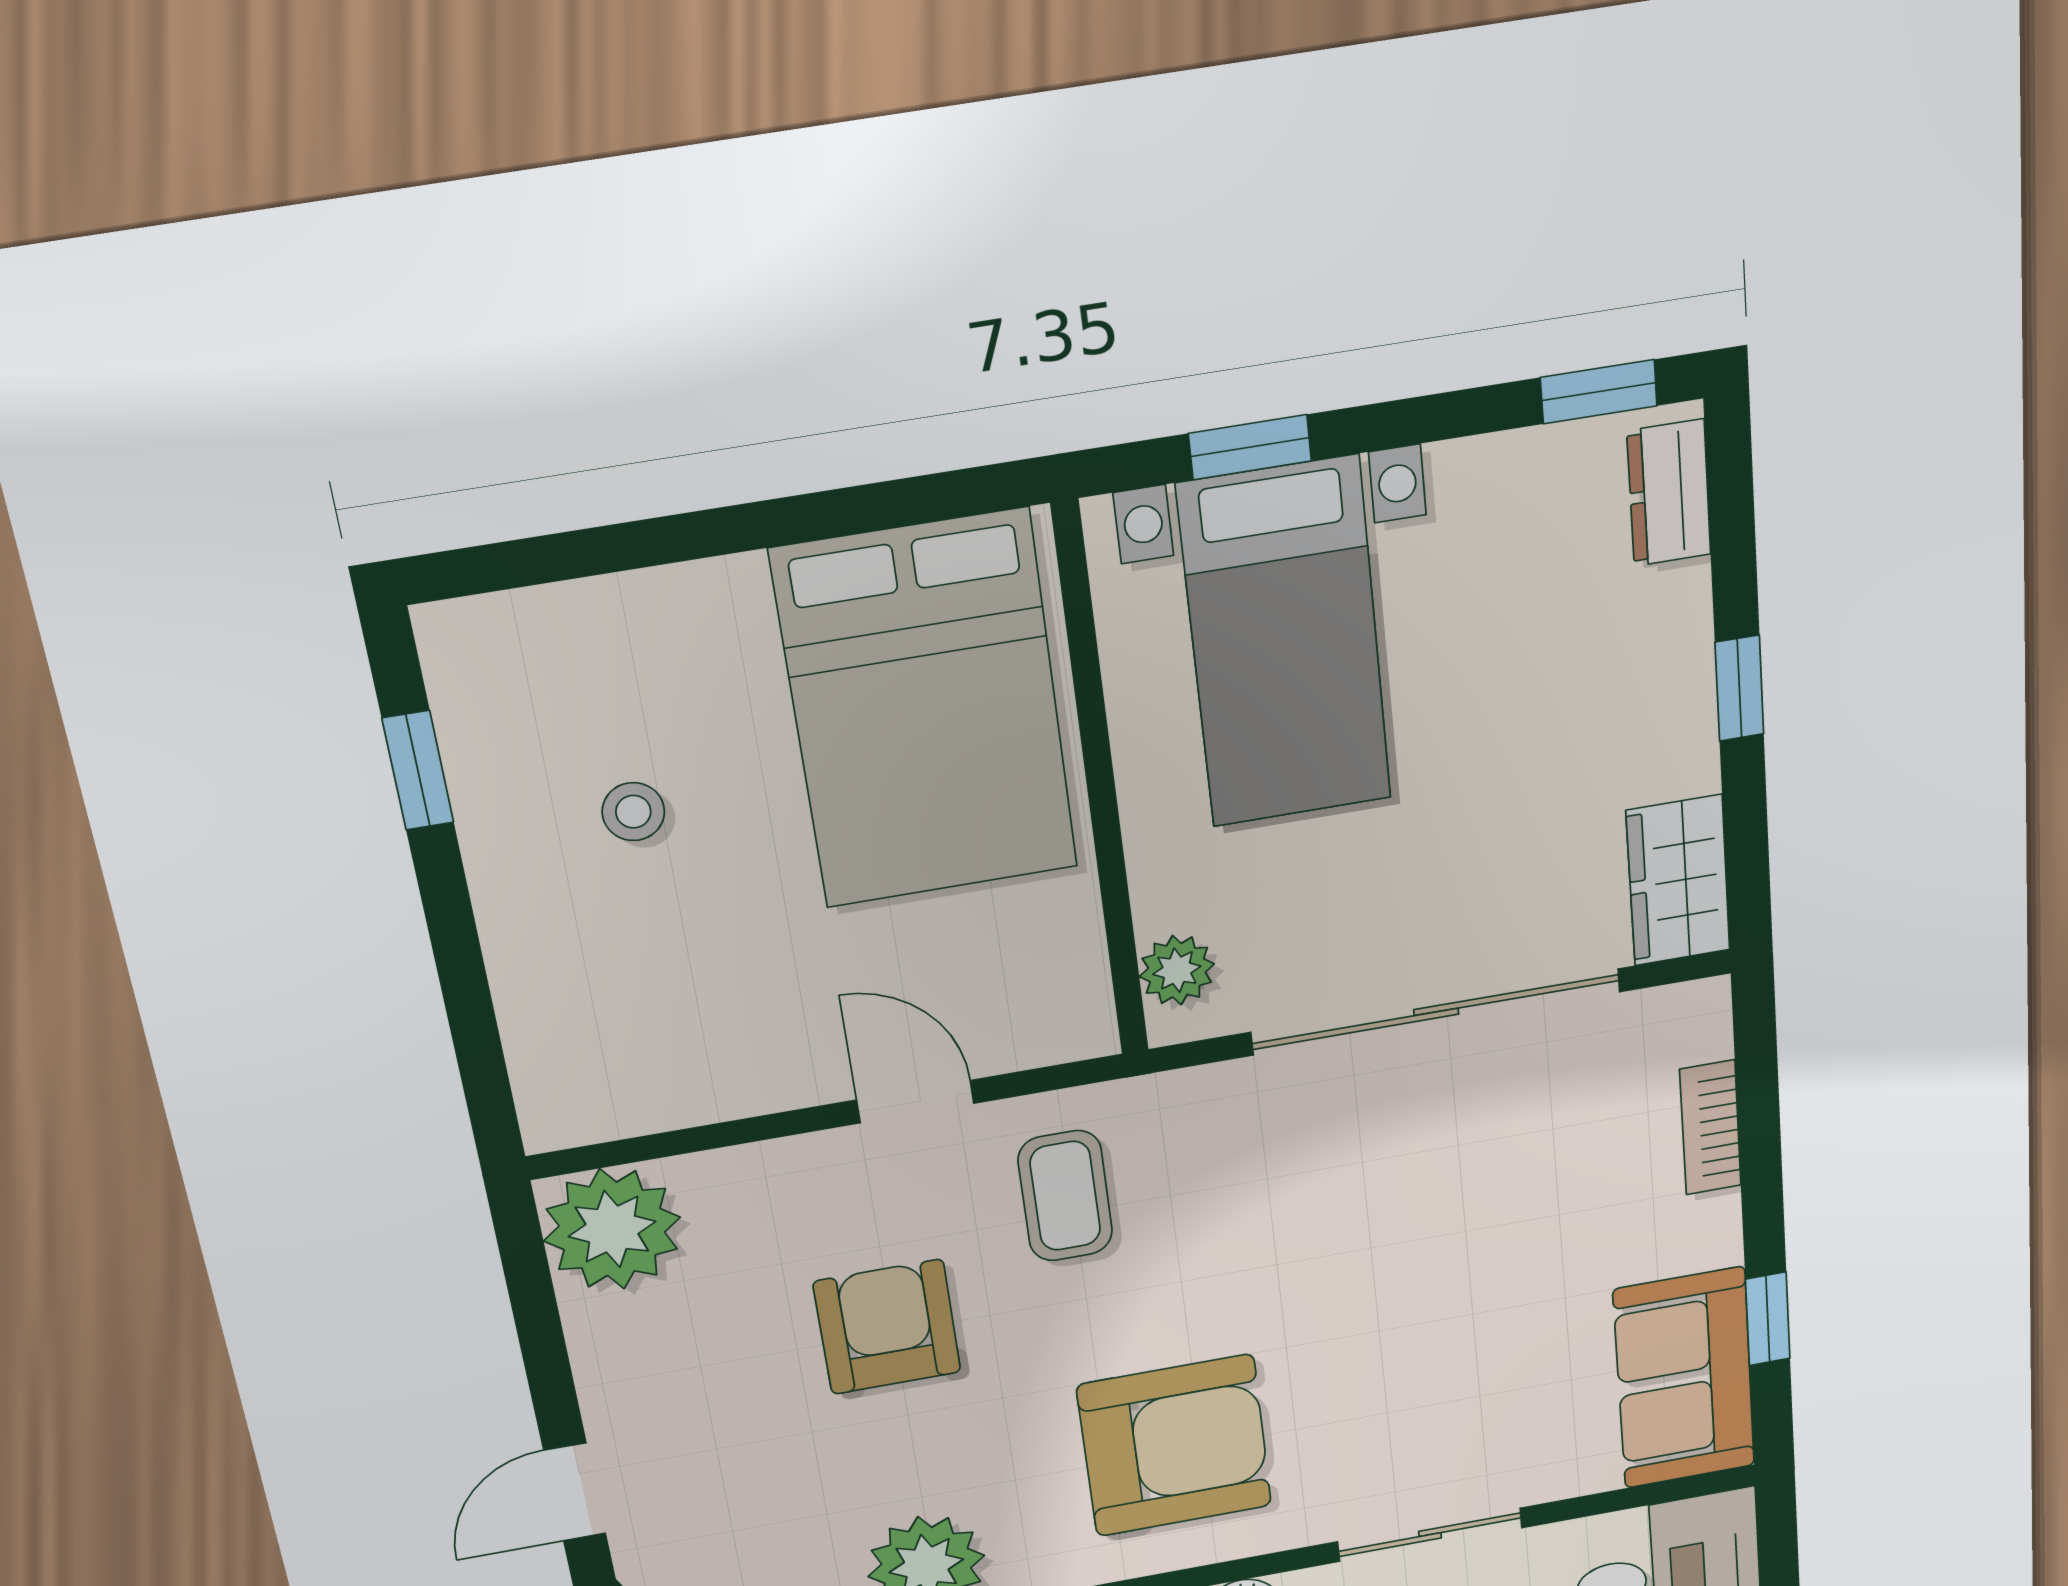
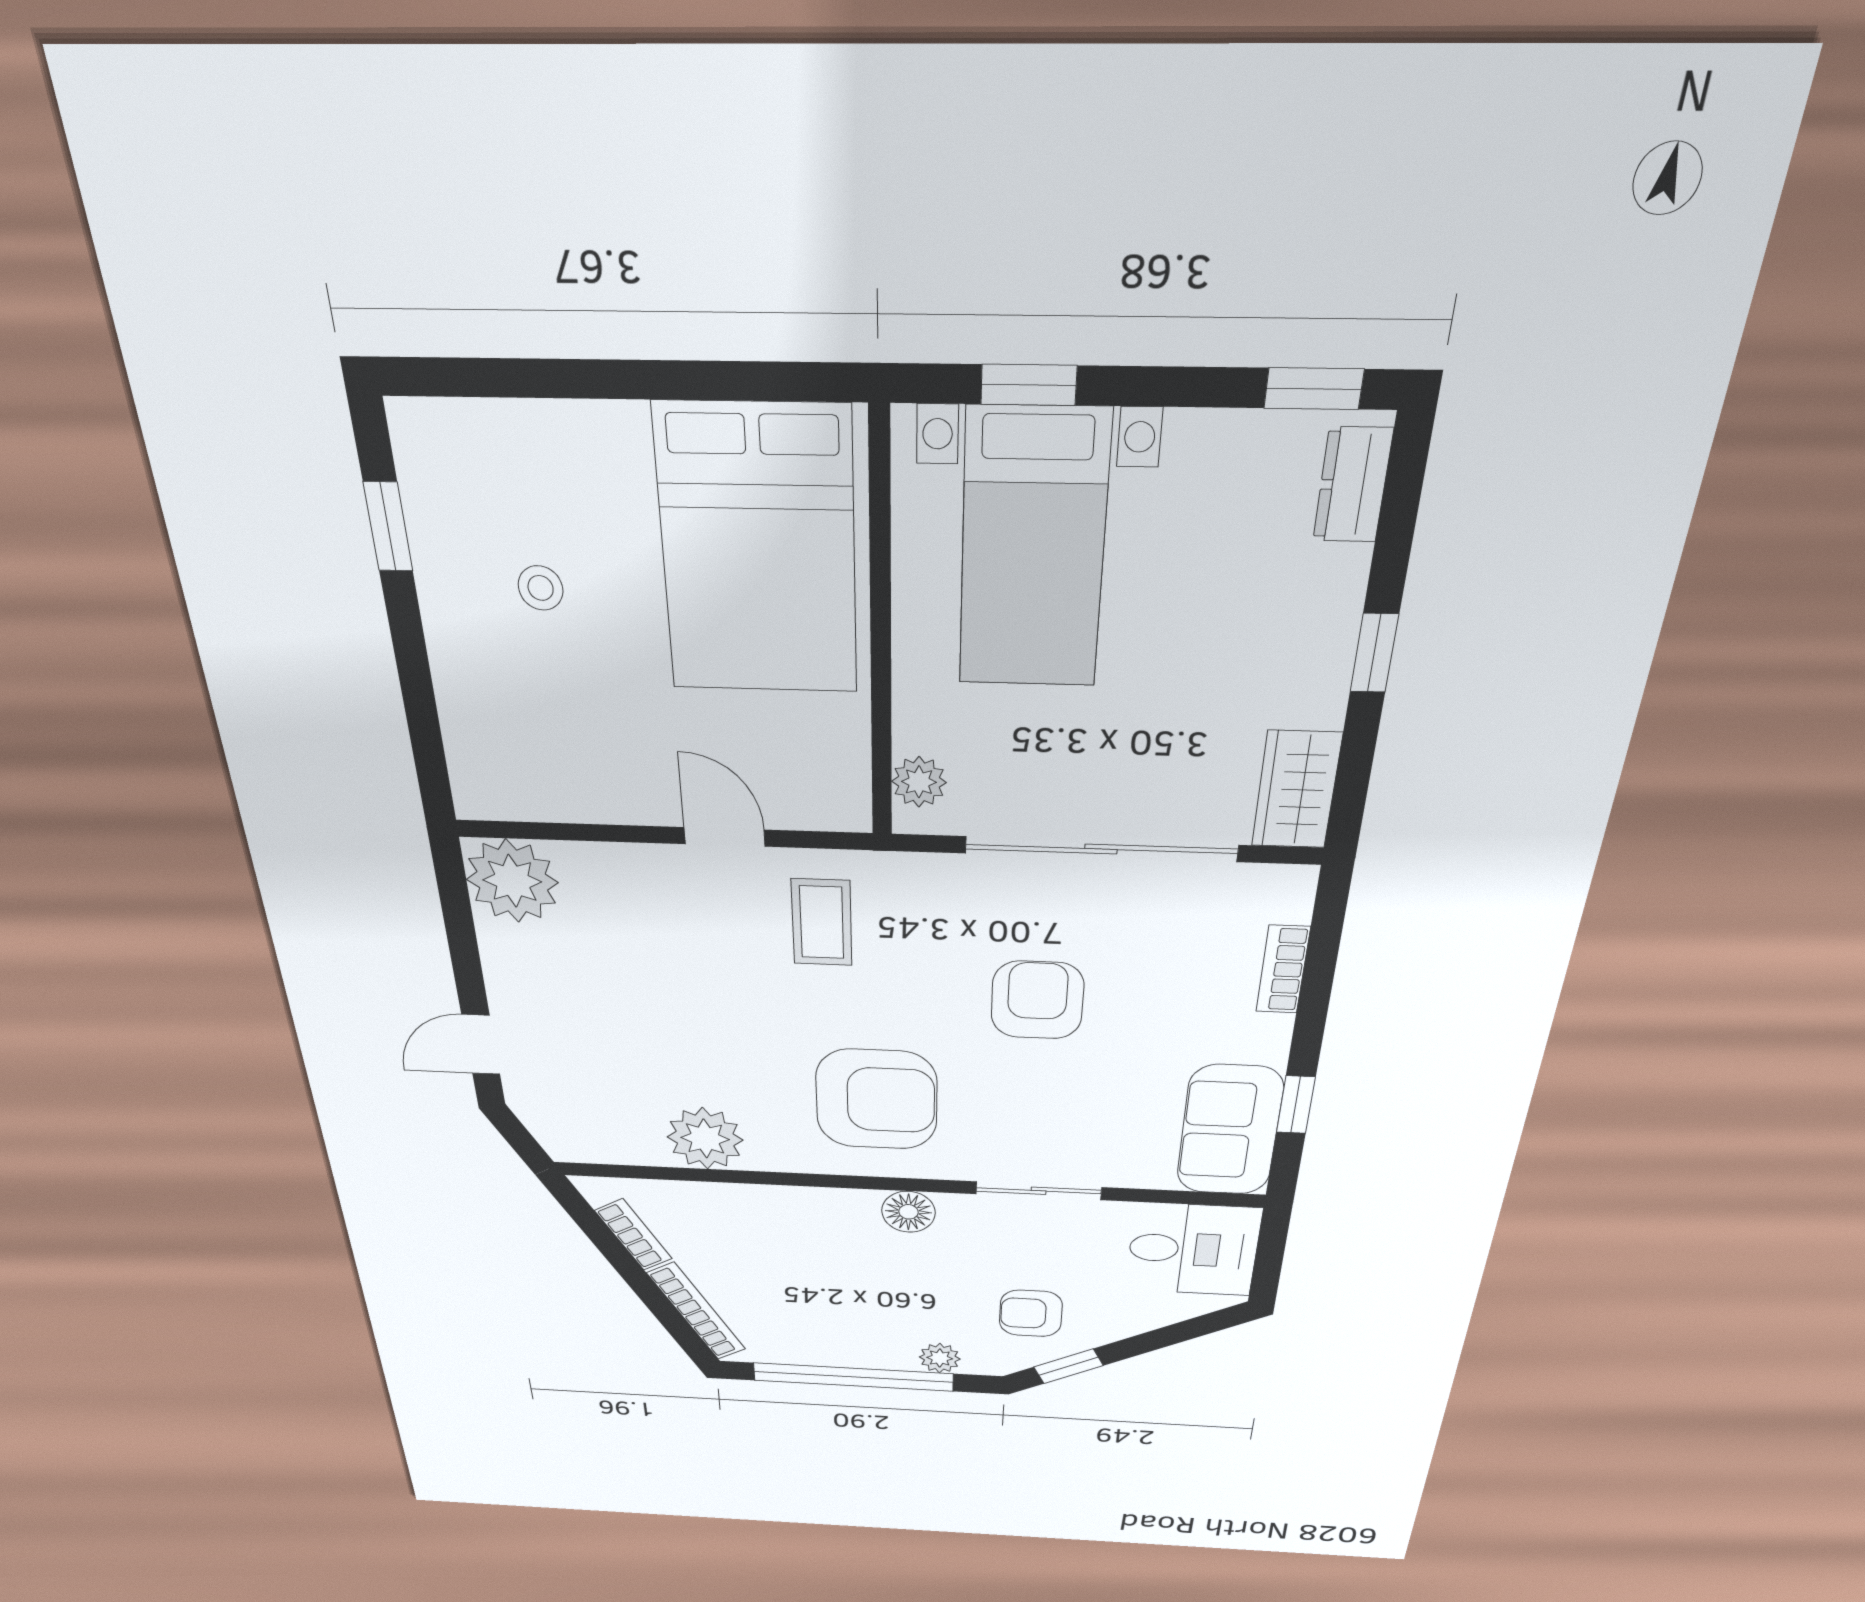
armchair: (887, 1327) -> (1037, 1000), moved

